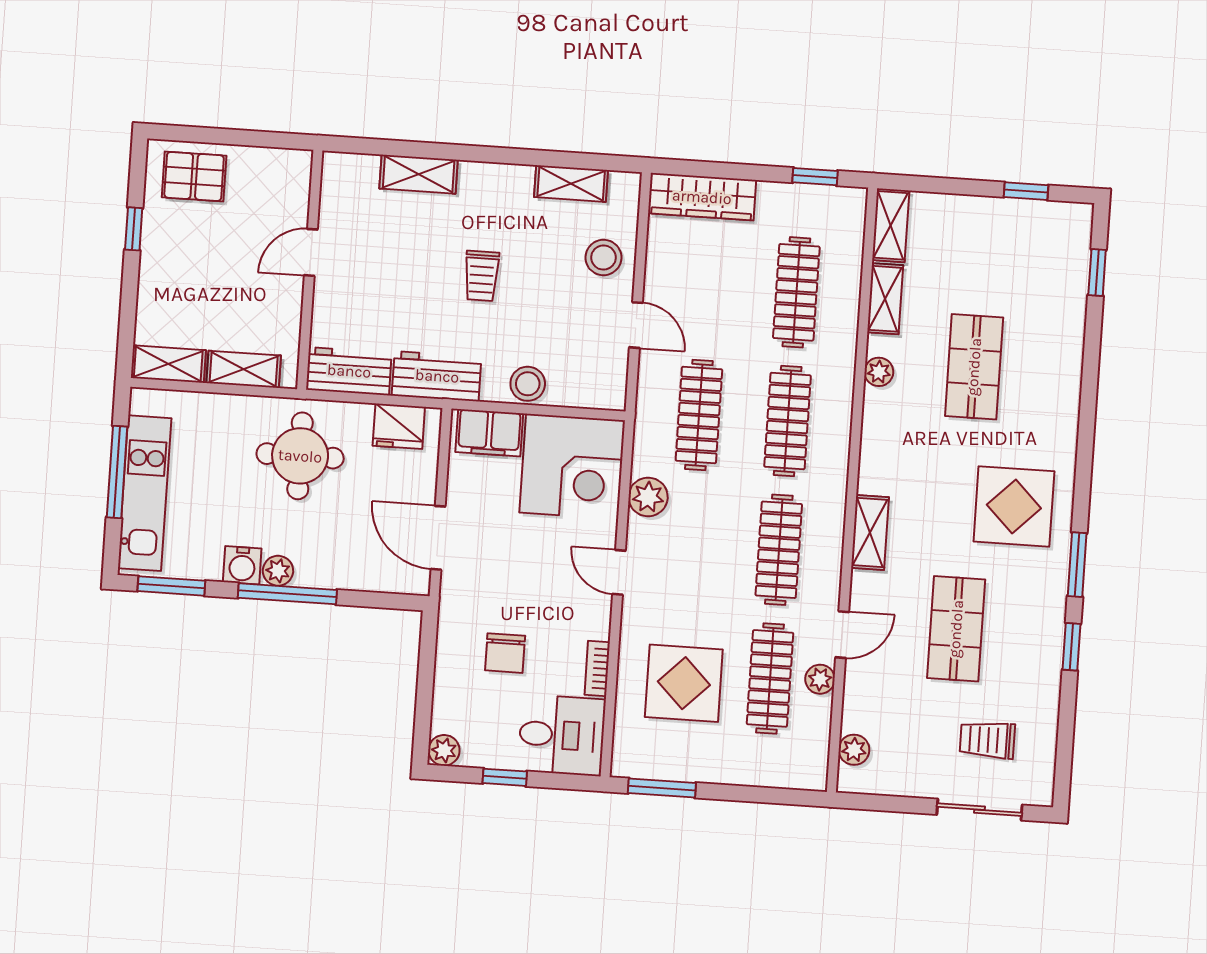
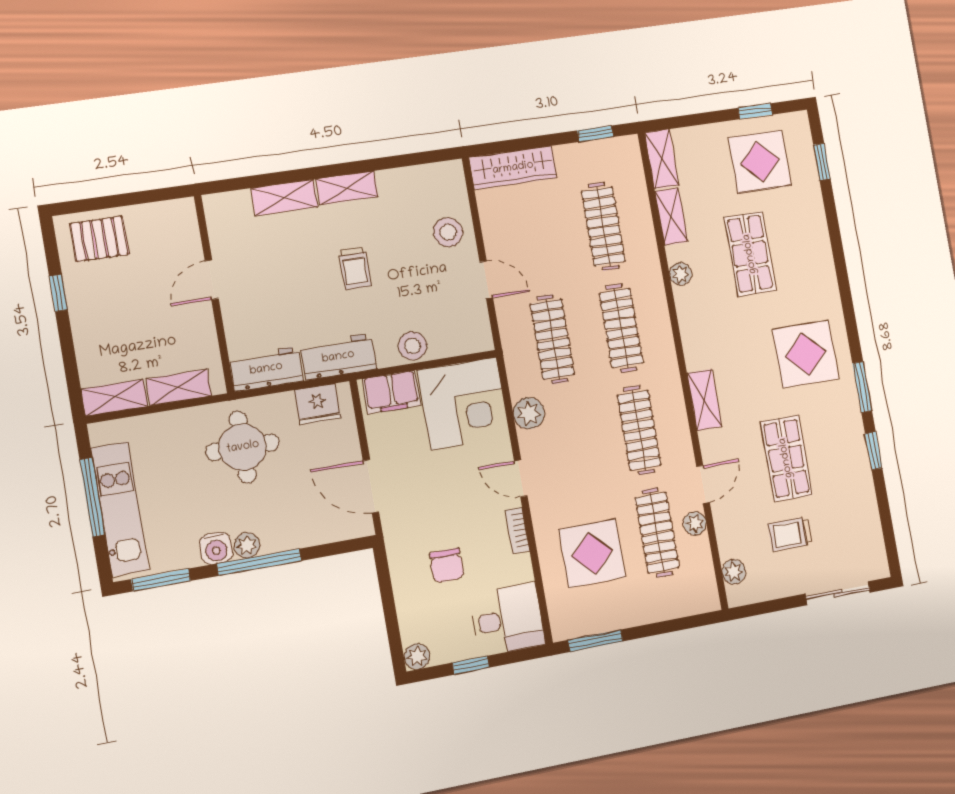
shelving: (571, 184) -> (347, 188), moved
display table: (1016, 255) -> (760, 162), added
bookcase: (597, 668) -> (517, 531), moved
trolley: (987, 740) -> (790, 534), moved

